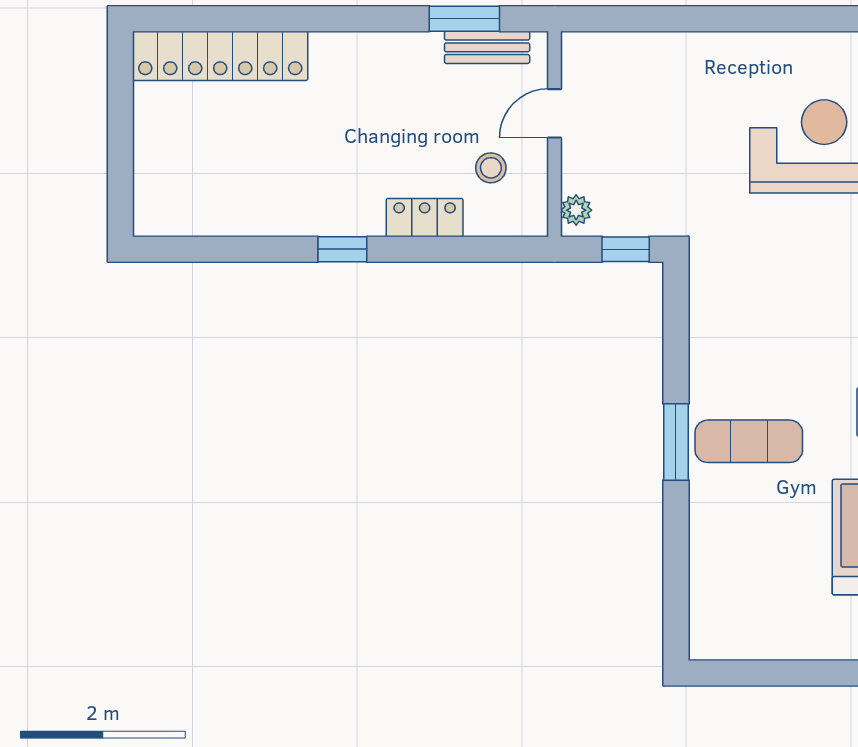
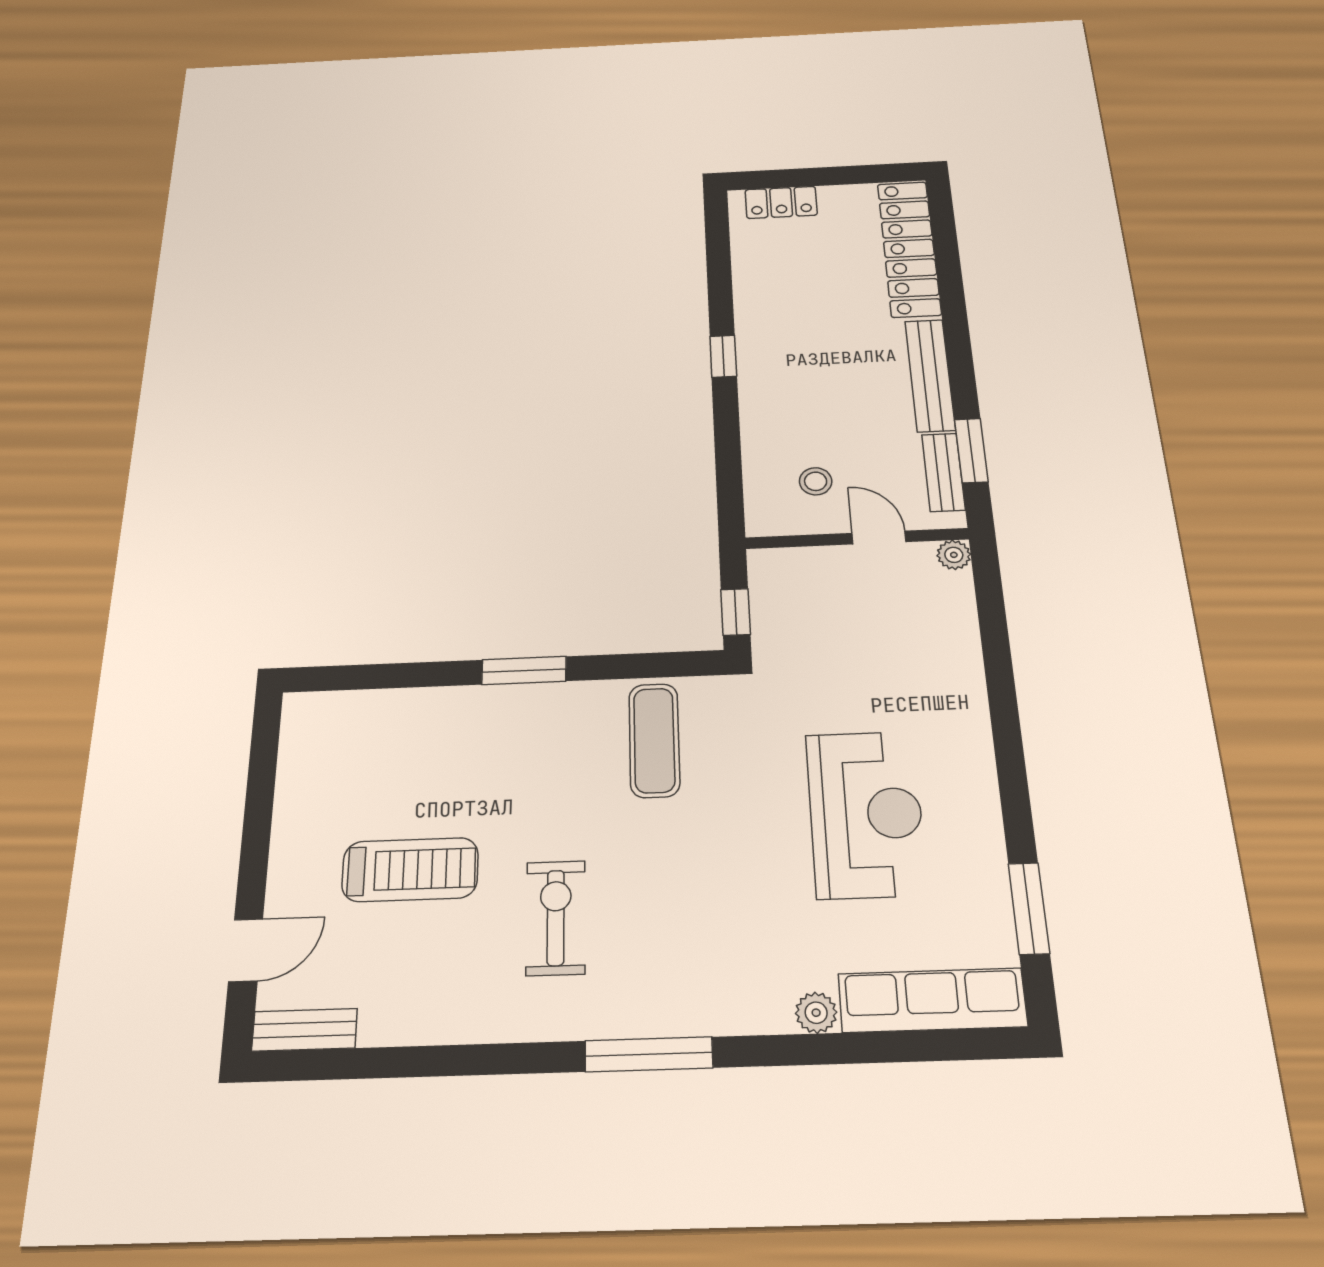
bench: (376, 49) -> (930, 375), added
plant: (576, 210) -> (954, 555), moved
locker: (425, 218) -> (781, 202), moved, turned 90
exercise mat: (749, 441) -> (654, 740), moved

